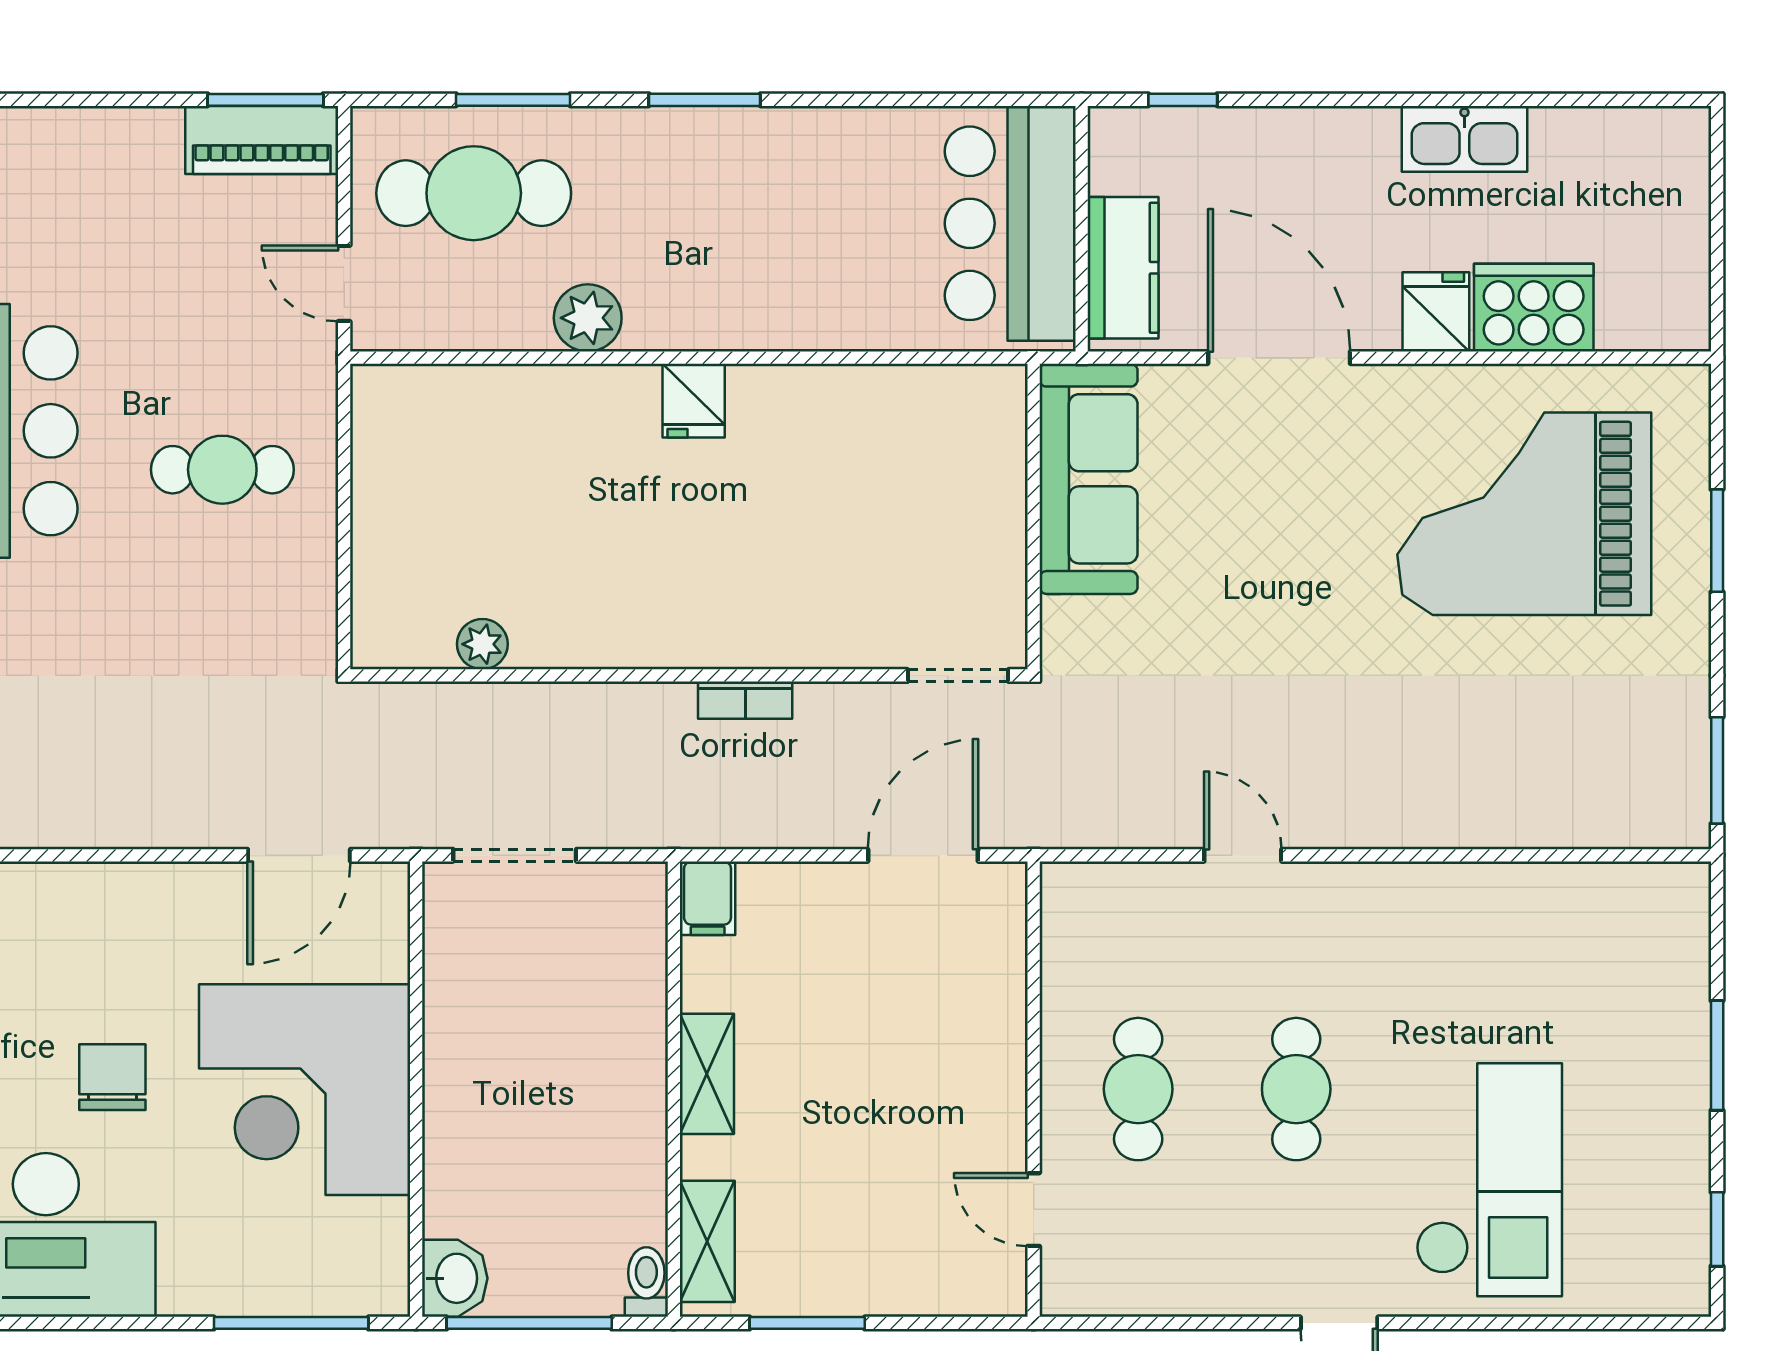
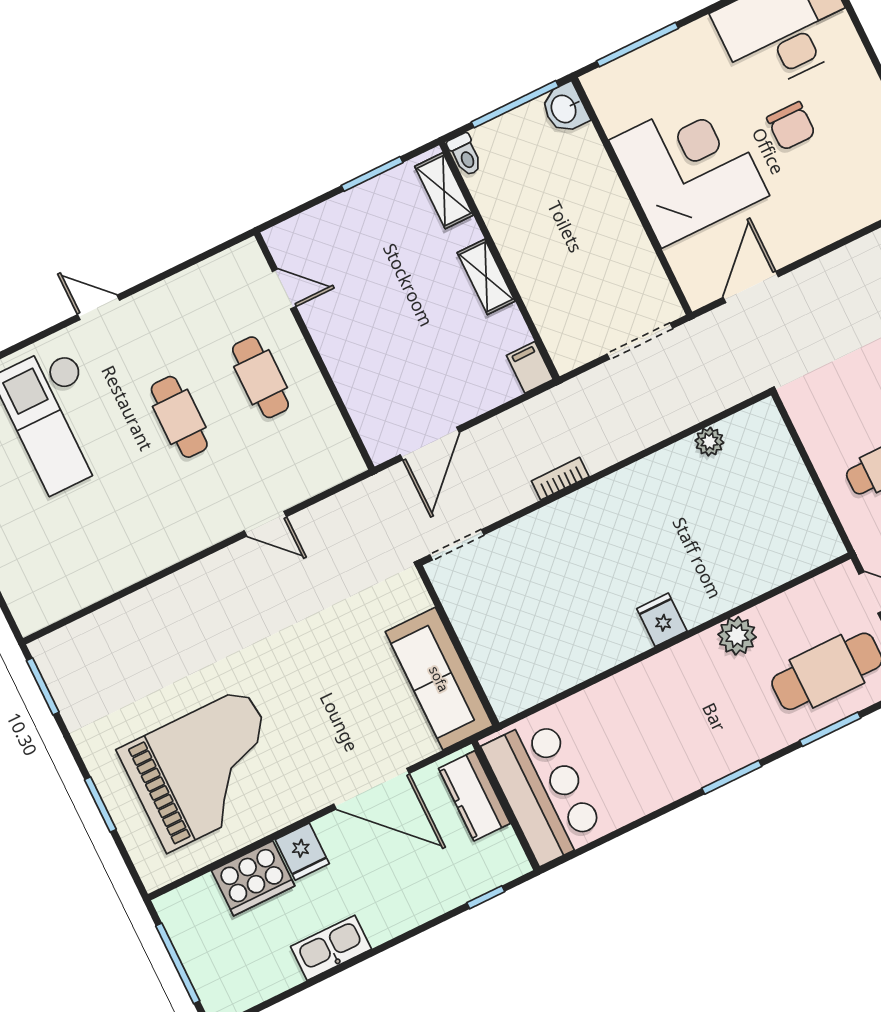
window: (1717, 232) -> (178, 963), added

